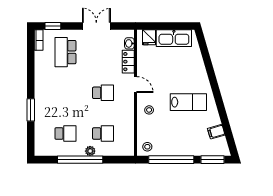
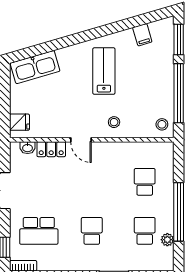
kitchen sink: (174, 38) -> (35, 67), moved, turned 74
door: (135, 85) -> (81, 140), swing flipped
school desk: (103, 93) -> (92, 231), moved
plant: (90, 151) -> (167, 240), moved

